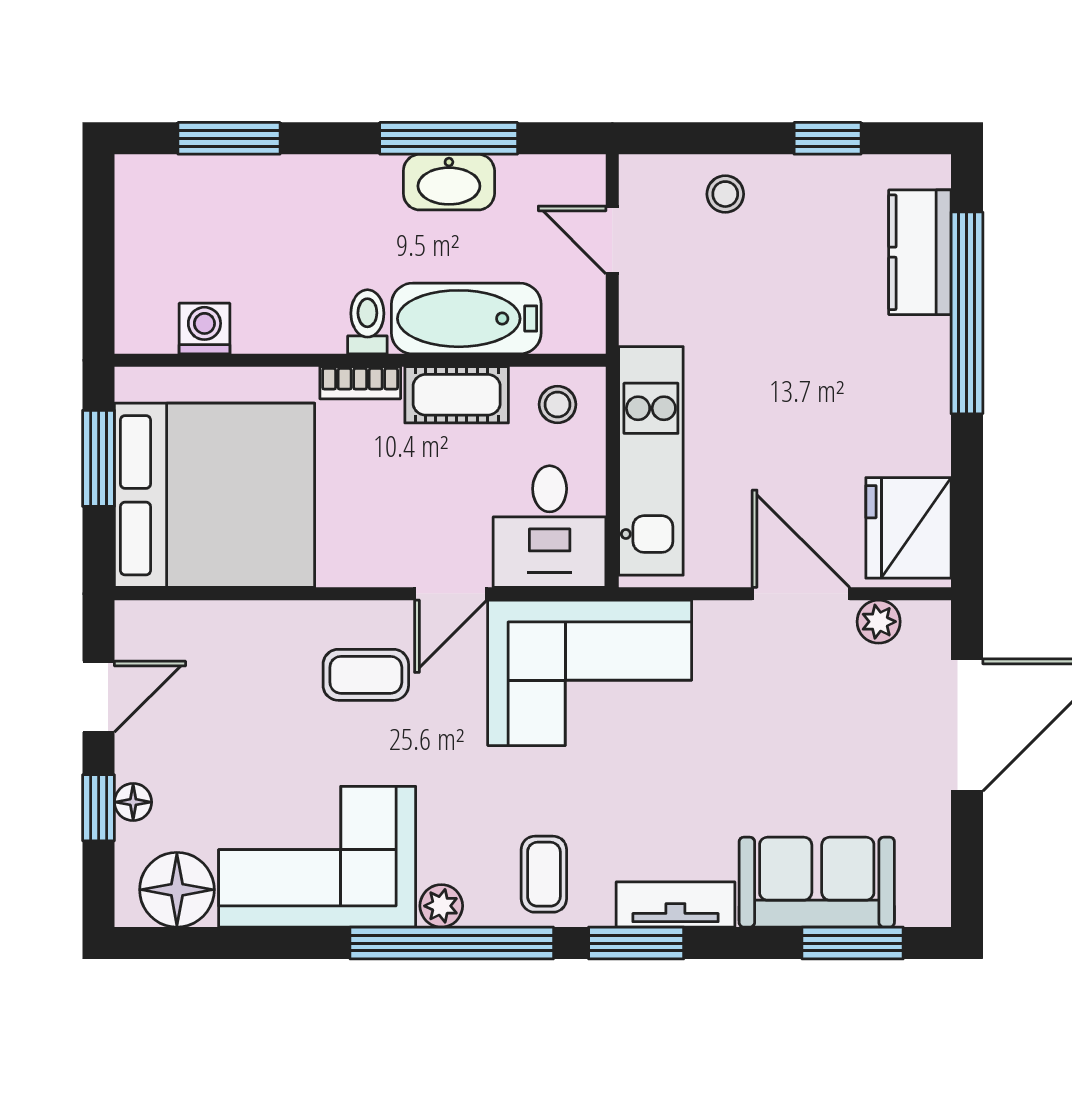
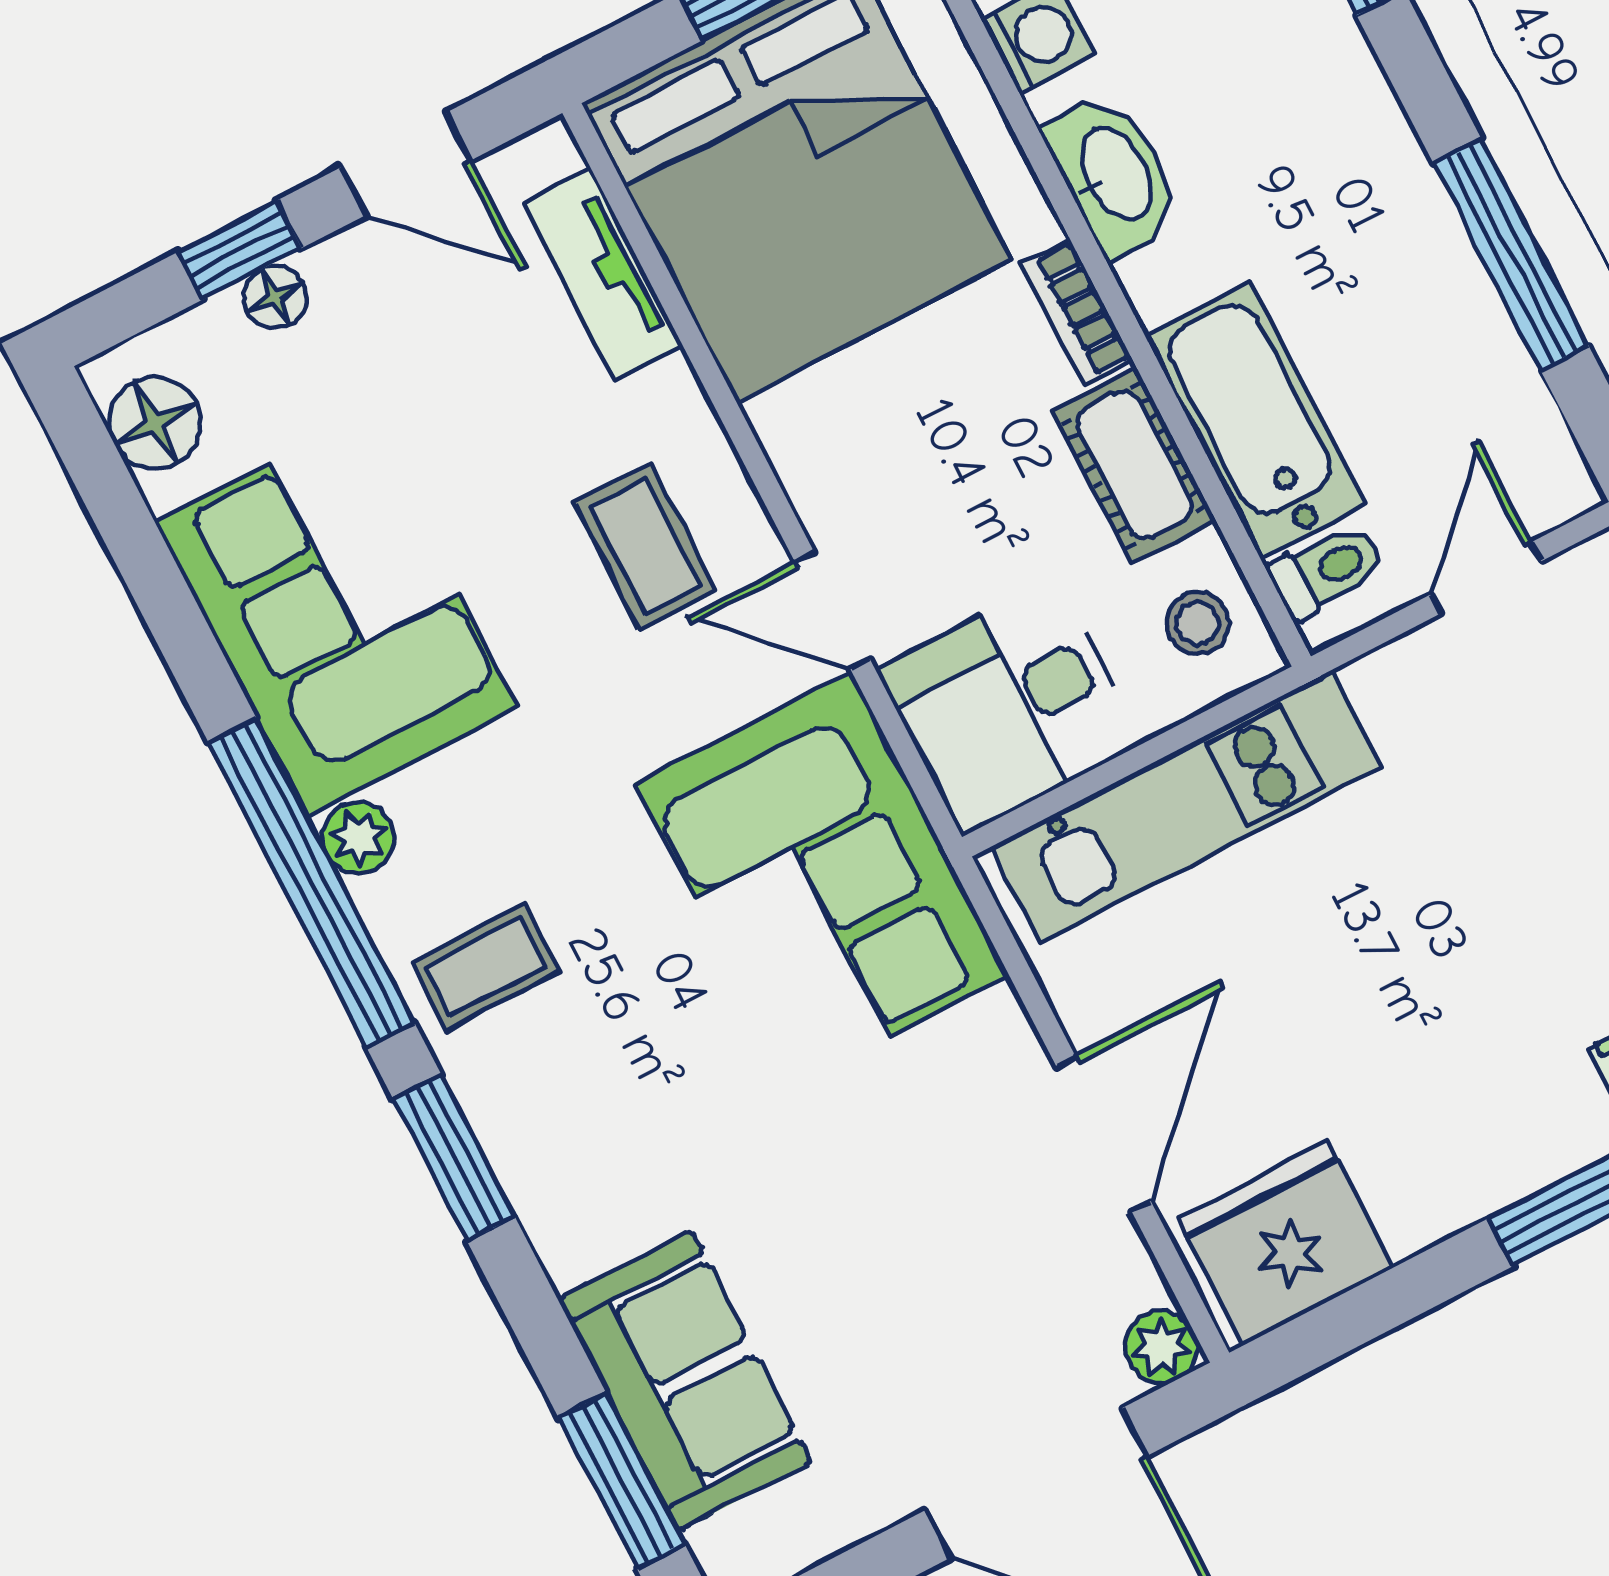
washbasin: (449, 182) -> (1114, 175), moved, turned 180
toilet: (367, 322) -> (1327, 571), moved
plant: (879, 622) -> (1161, 1347), moved
floor lamp: (177, 890) -> (155, 423), width x0.73, depth x0.73
tv unit: (675, 904) -> (603, 274), moved, turned 180

